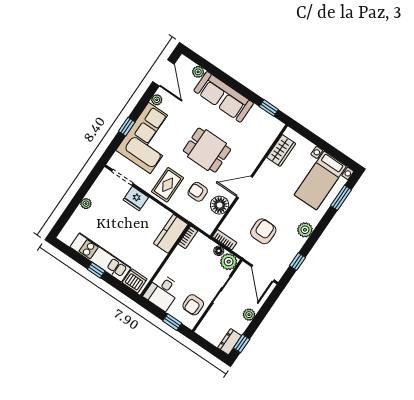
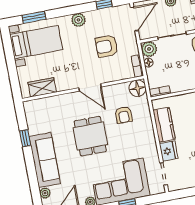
window: (269, 108) -> (25, 138), moved
rug: (168, 185) -> (139, 139), removed
floor lamp: (220, 205) -> (138, 88), moved
kitchen counter: (171, 234) -> (164, 125), moved, turned -90

